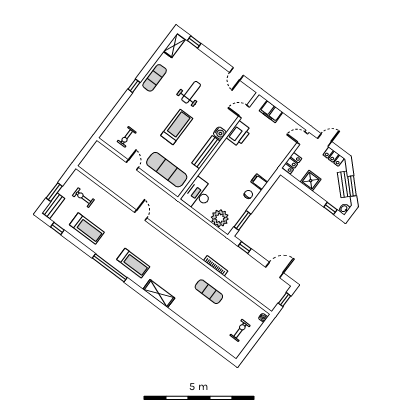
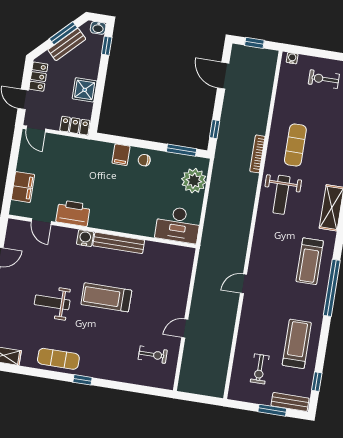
exercise mat: (167, 170) -> (168, 281), removed
treadmill: (133, 263) -> (310, 261), turned 180
weight bench: (183, 267) -> (281, 195), added

